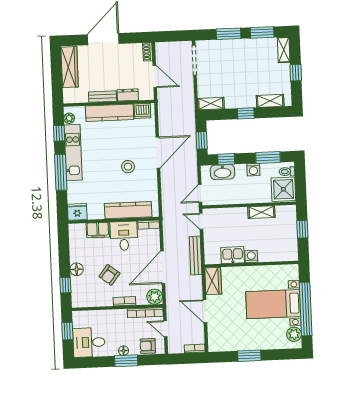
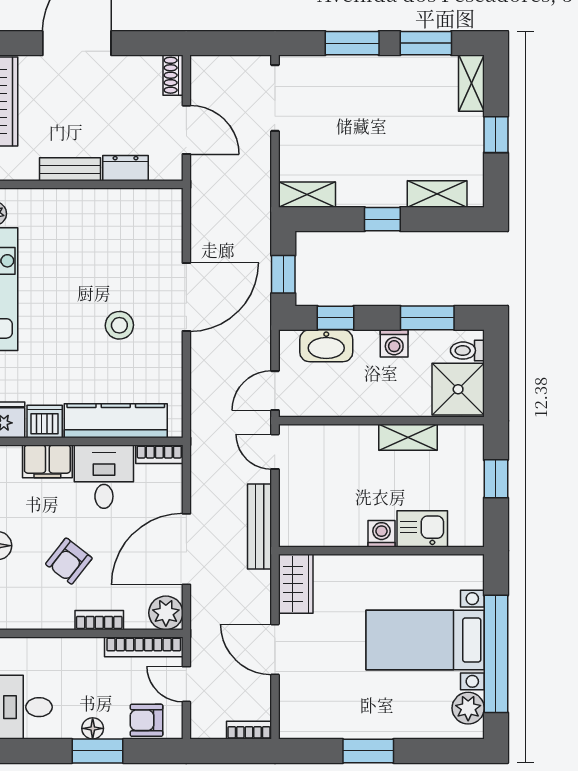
dishwasher: (142, 111) -> (45, 421), moved, turned 180
kitchen counter: (110, 113) -> (84, 205), removed
kitchen sink: (233, 255) -> (422, 529), moved

